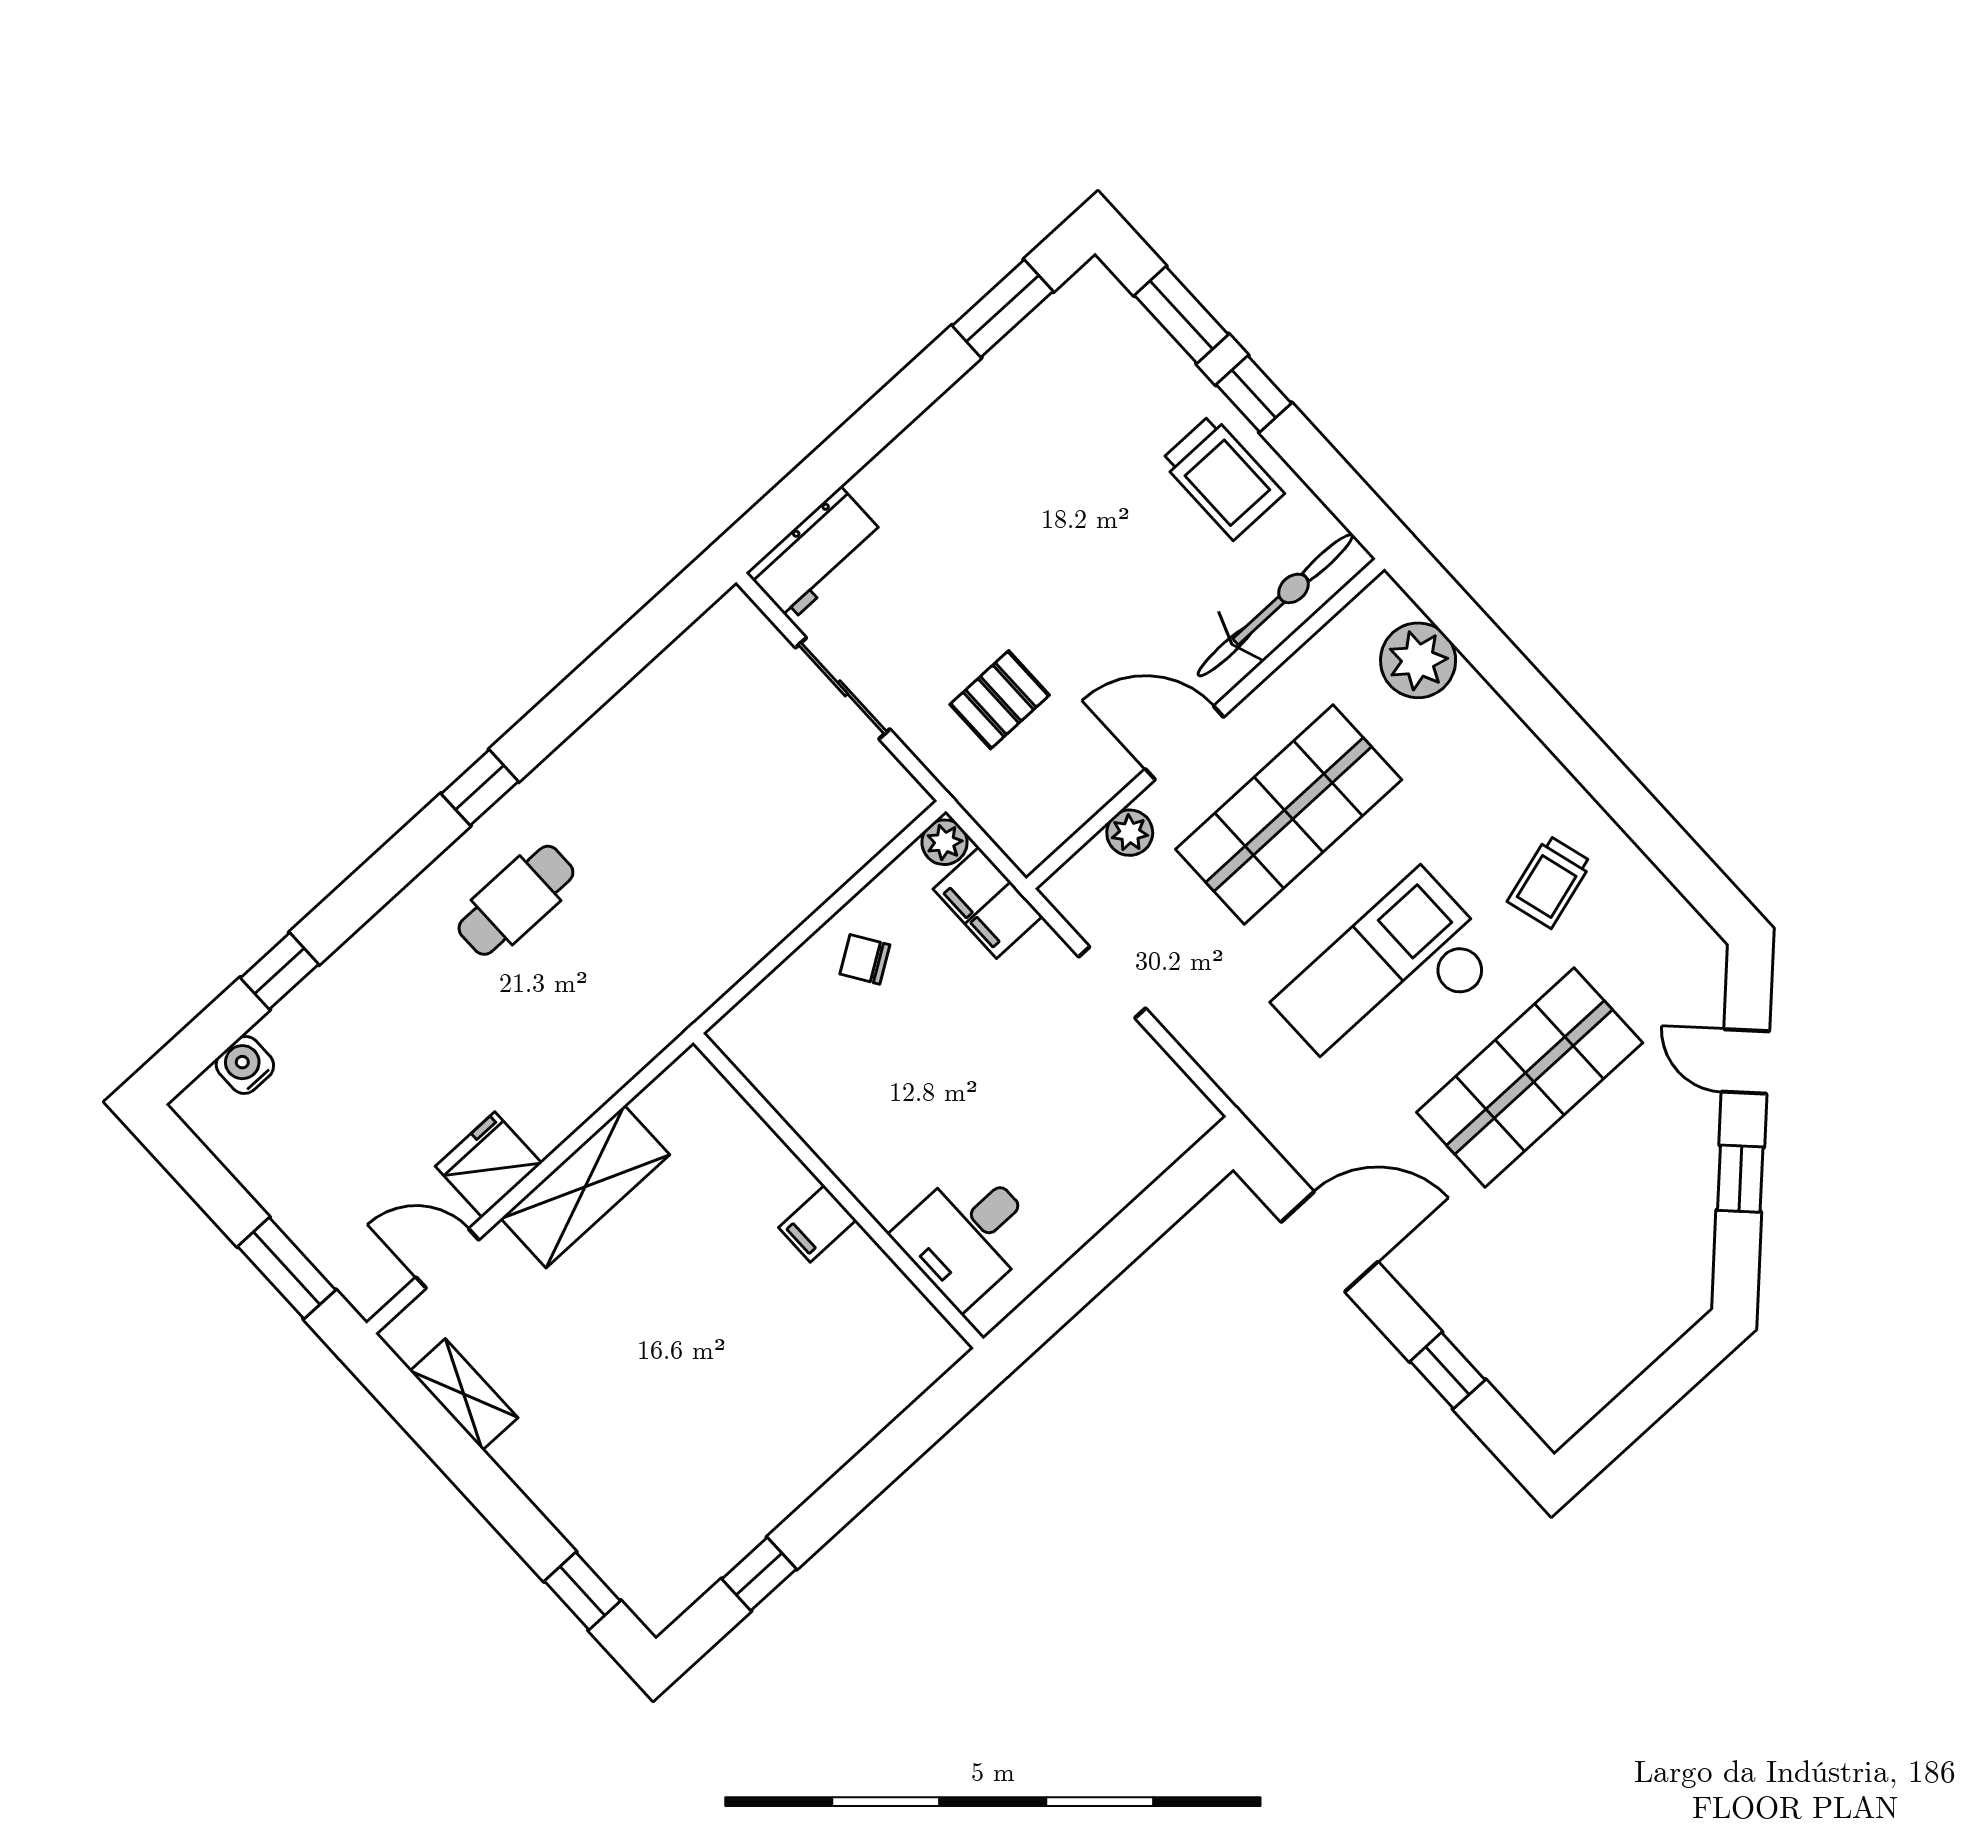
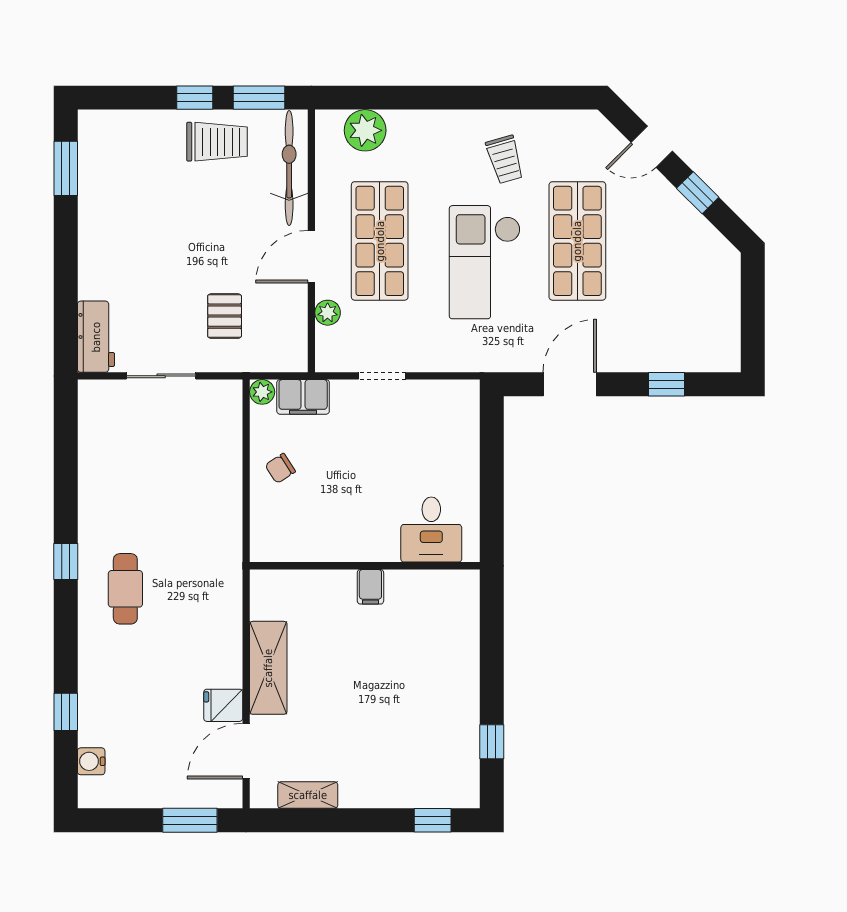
window: (1181, 315) -> (259, 98), moved
fridge: (489, 1165) -> (223, 705), width x0.72
door: (447, 1259) -> (246, 751), width x1.37

